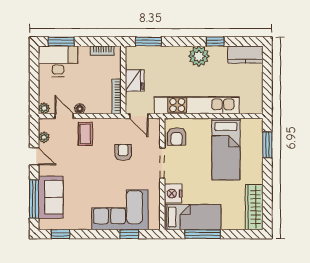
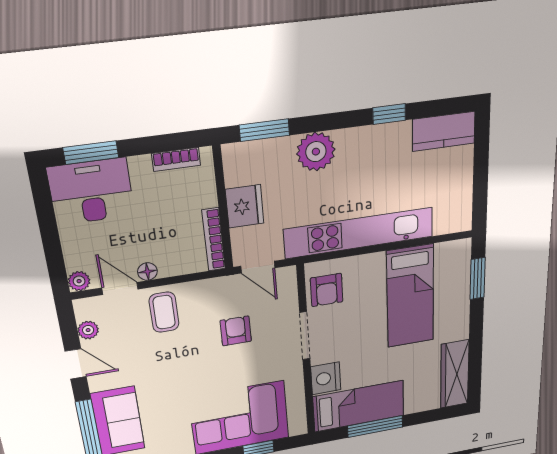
plant: (199, 56) -> (316, 152), moved

